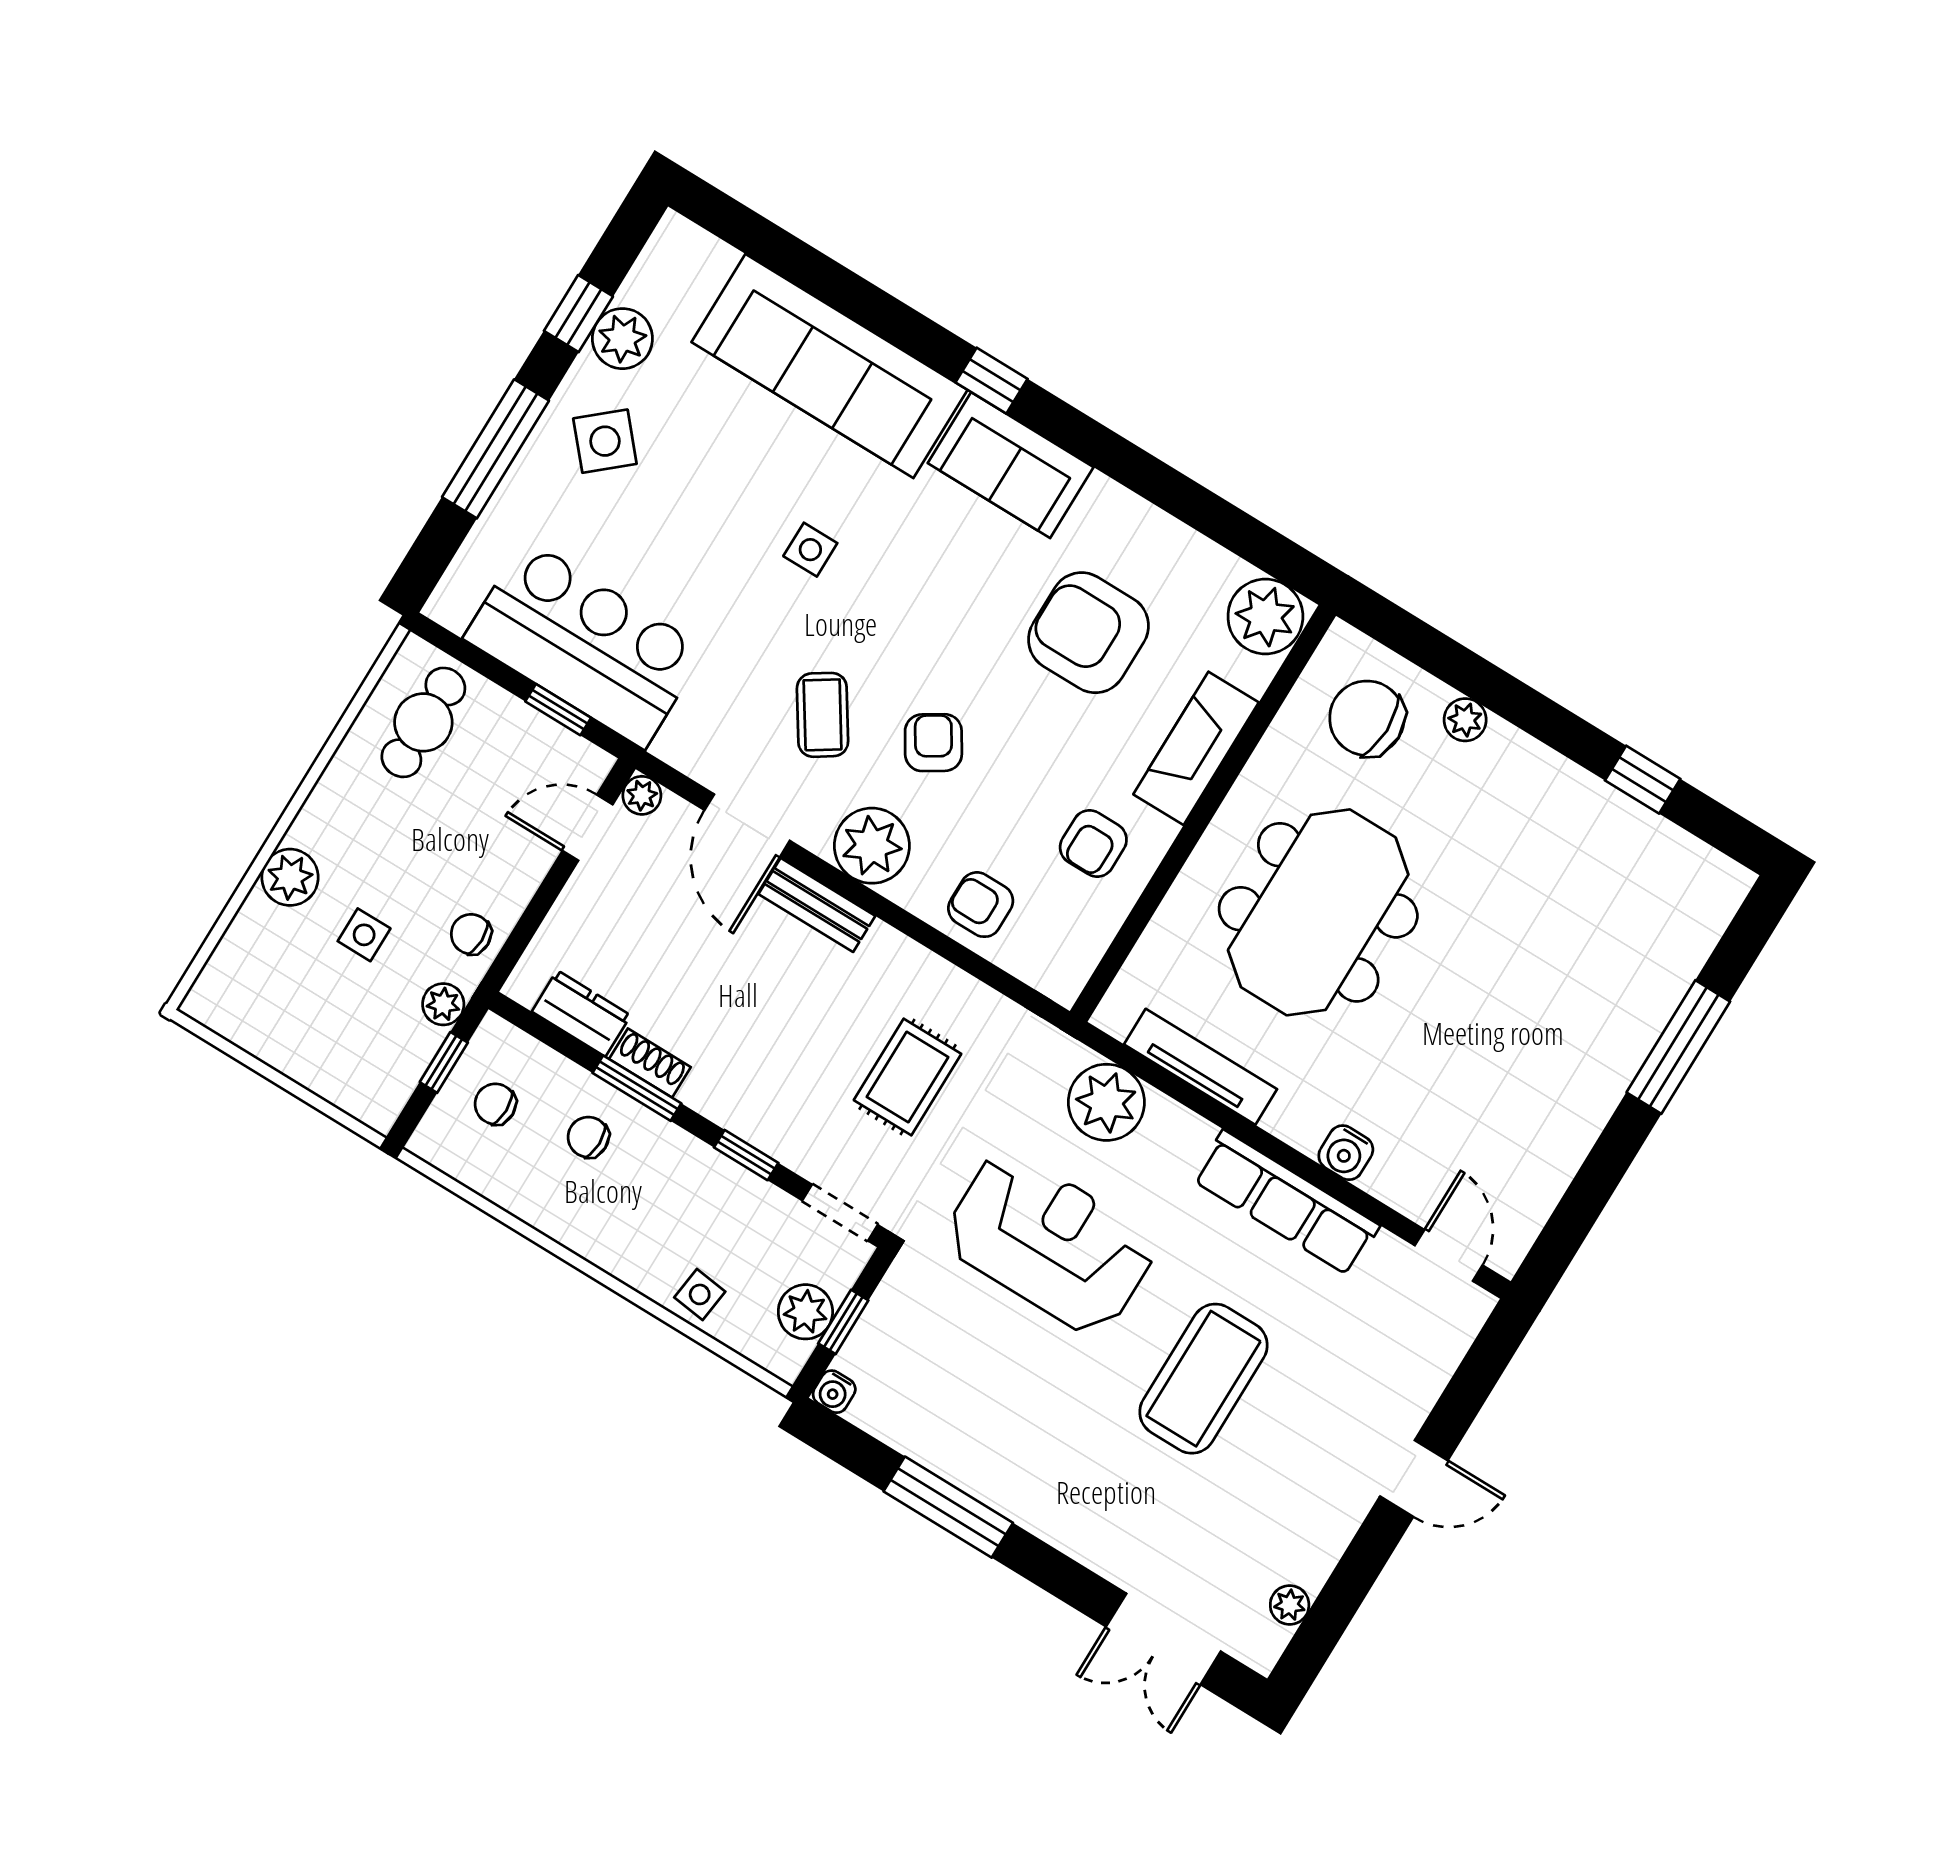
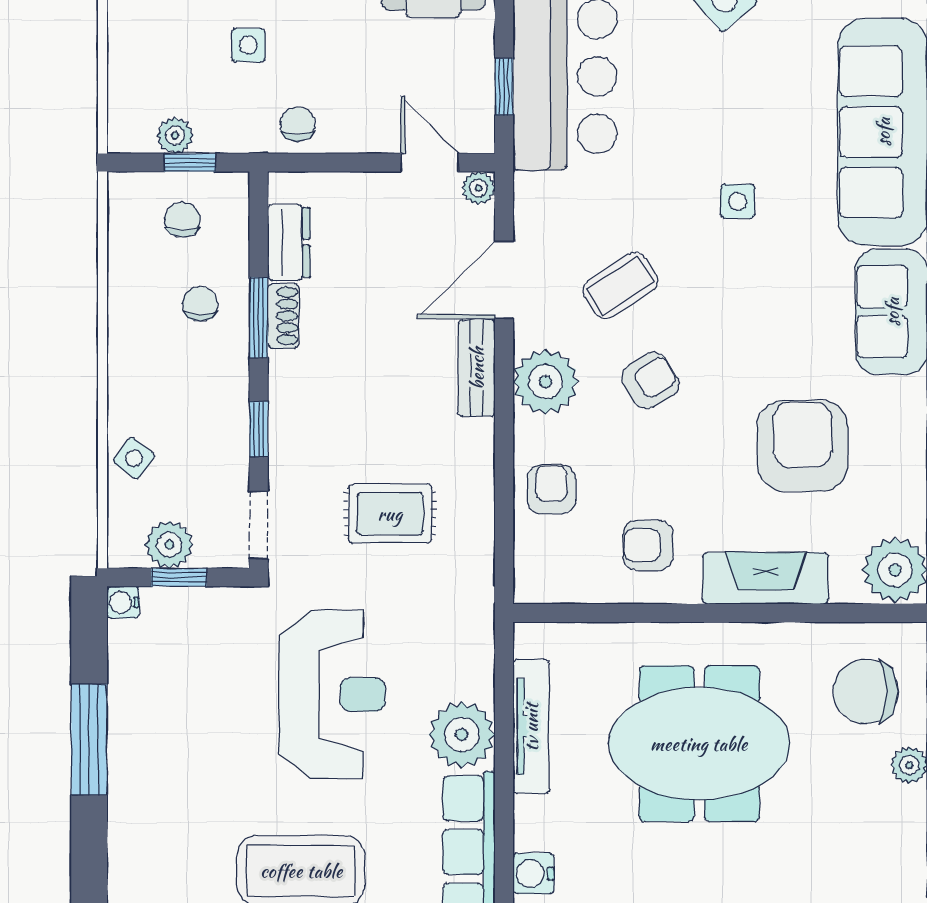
chair: (1367, 718) -> (866, 691), turned -90
plant: (443, 1004) -> (175, 135), moved
plant: (1106, 1102) -> (462, 735), moved
side table: (700, 1294) -> (134, 458), turned 30

